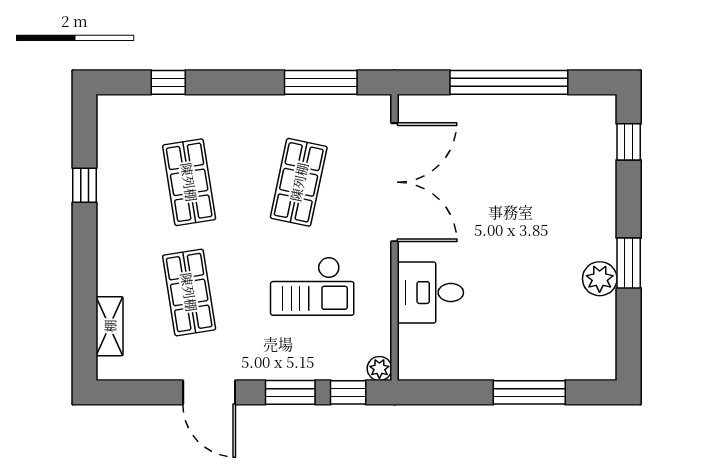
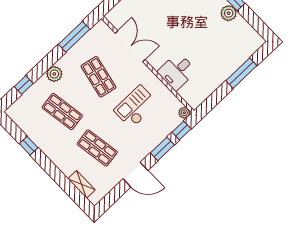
plant: (233, 111) -> (54, 74), added
double door: (395, 182) -> (130, 46), width x0.73
checkout: (312, 286) -> (136, 107), turned 180

